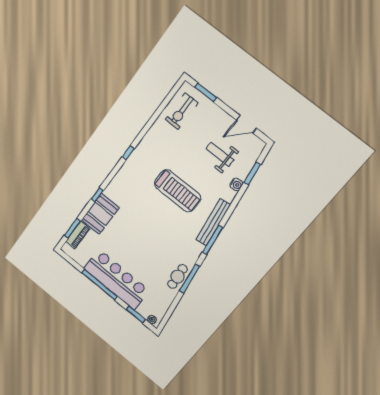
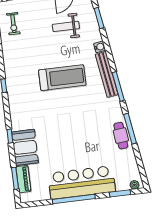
exercise bike: (182, 111) -> (13, 24), width x0.73, depth x0.72
water cooler: (236, 184) -> (100, 47), moved

